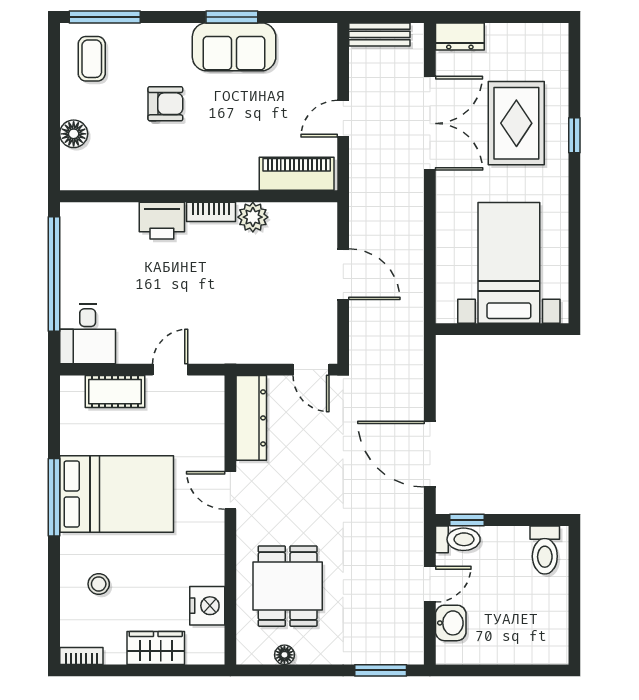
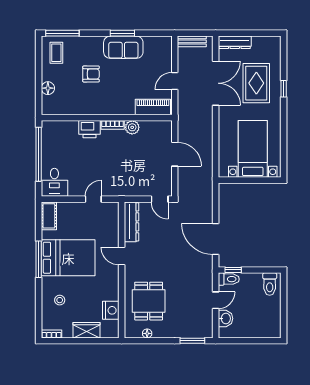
dresser: (460, 36) -> (235, 42), width x1.44
cot: (115, 392) -> (49, 216), moved, turned 90

